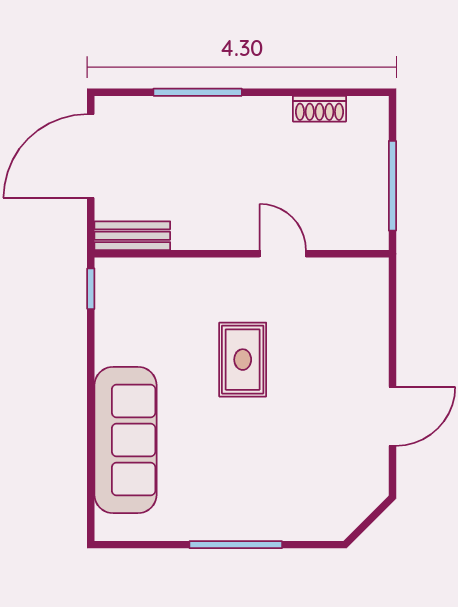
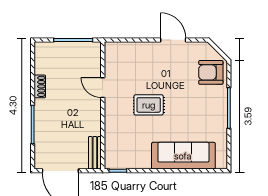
shoe rack: (319, 109) -> (40, 86), moved
door: (283, 254) -> (103, 88), hinge flipped
armchair: (318, 503) -> (211, 72), added

